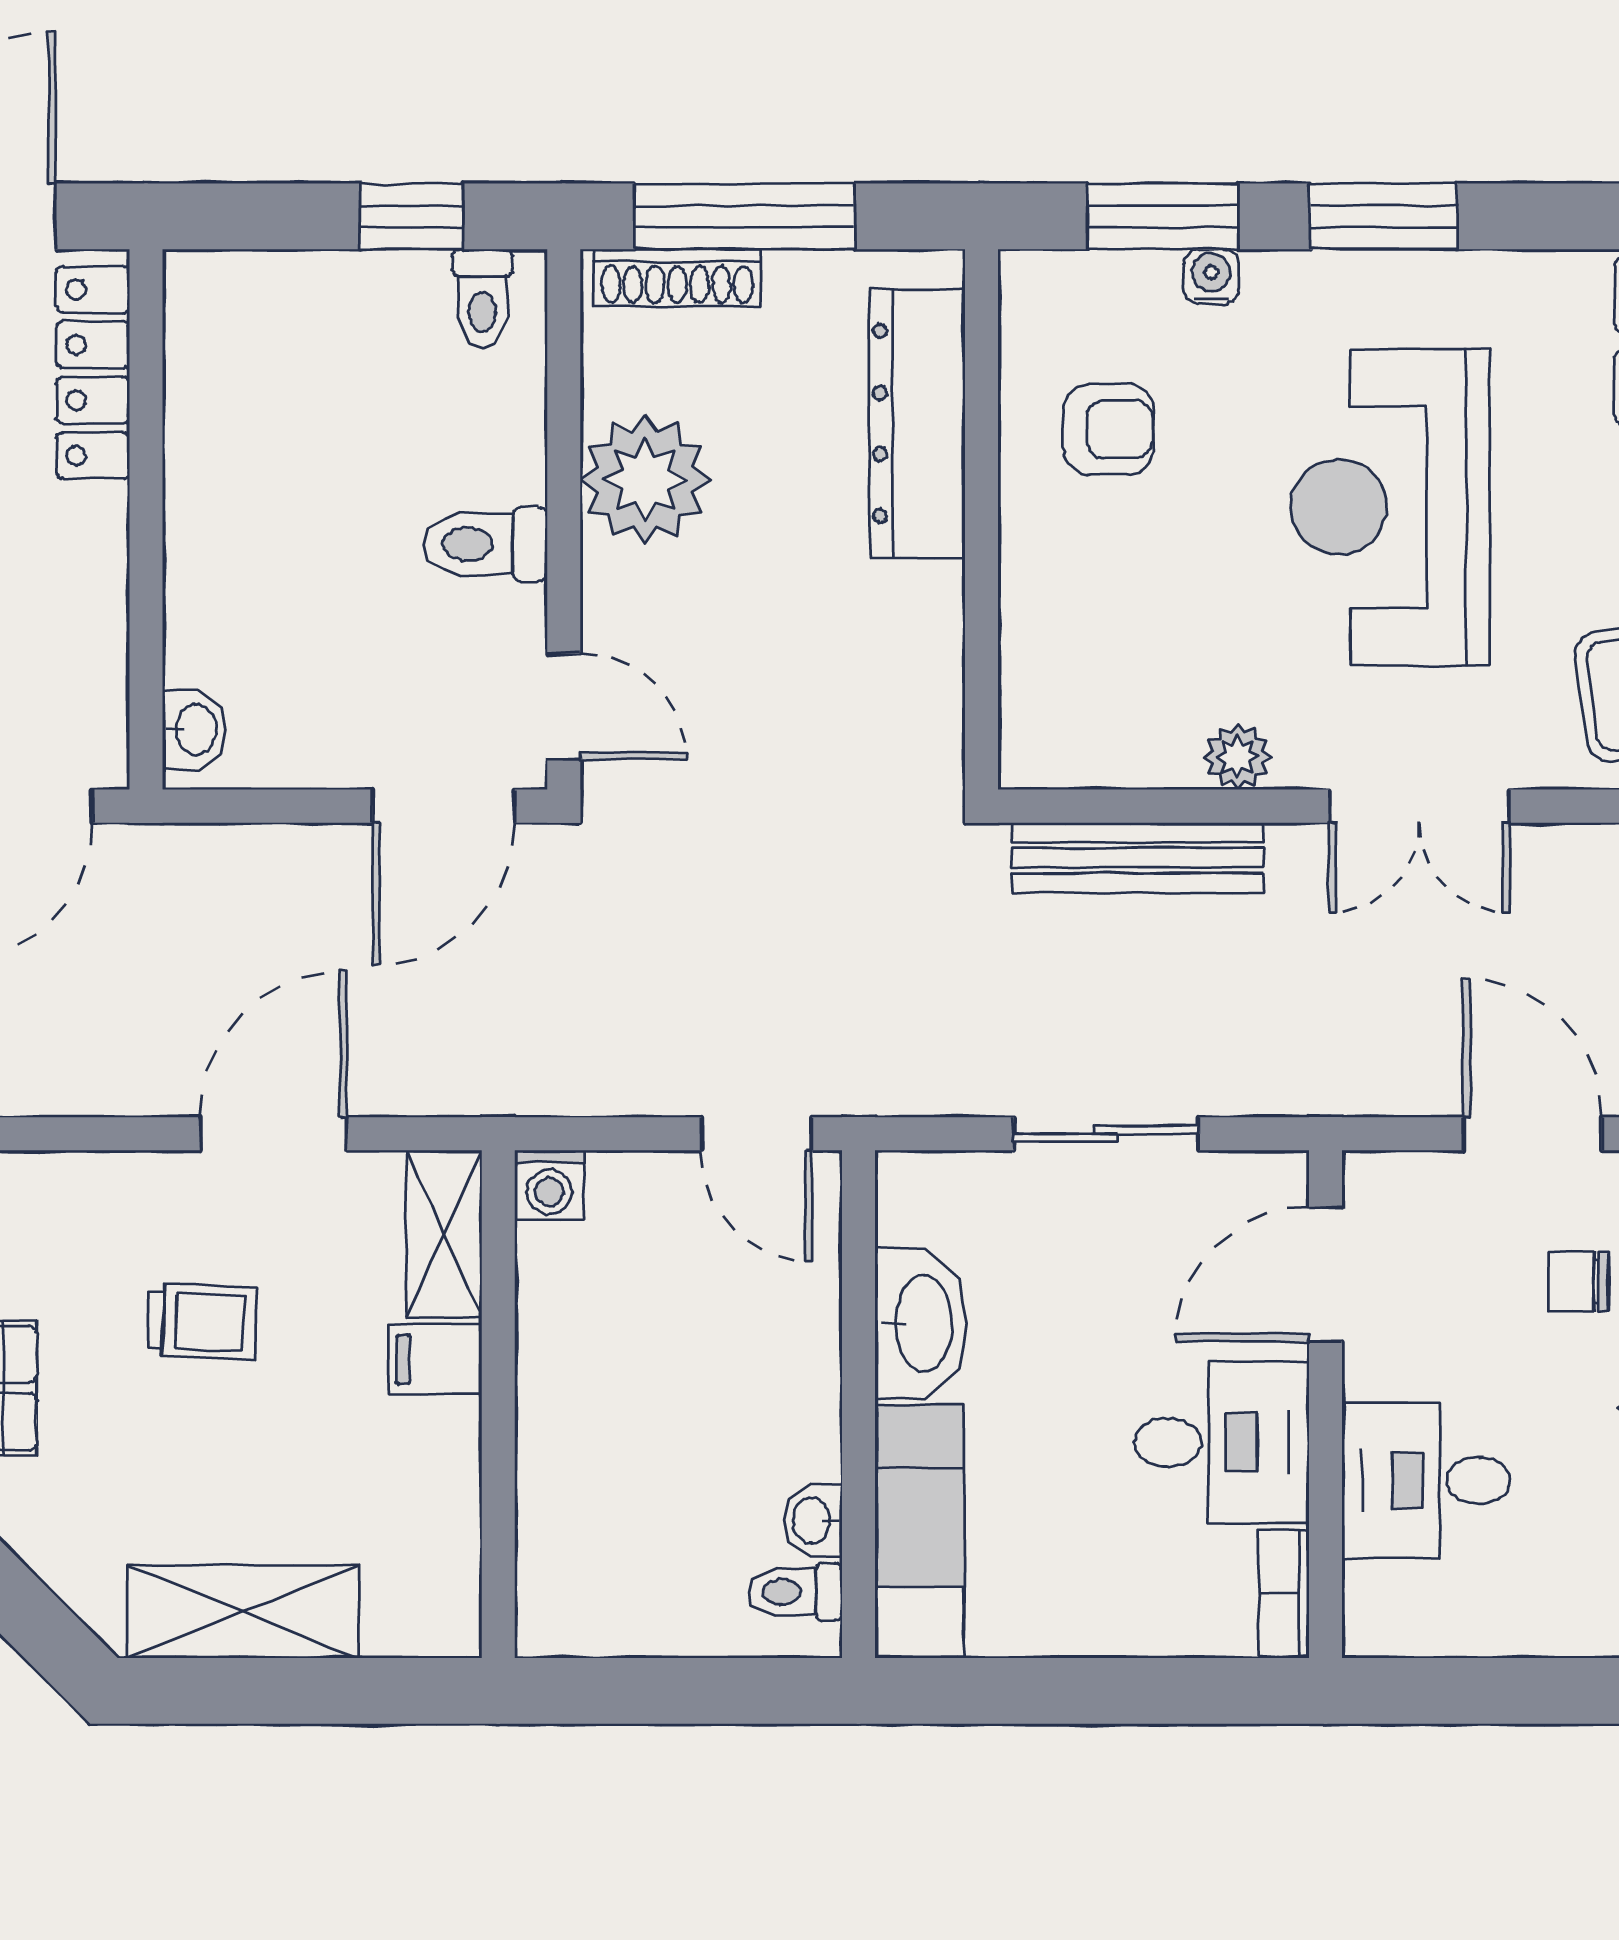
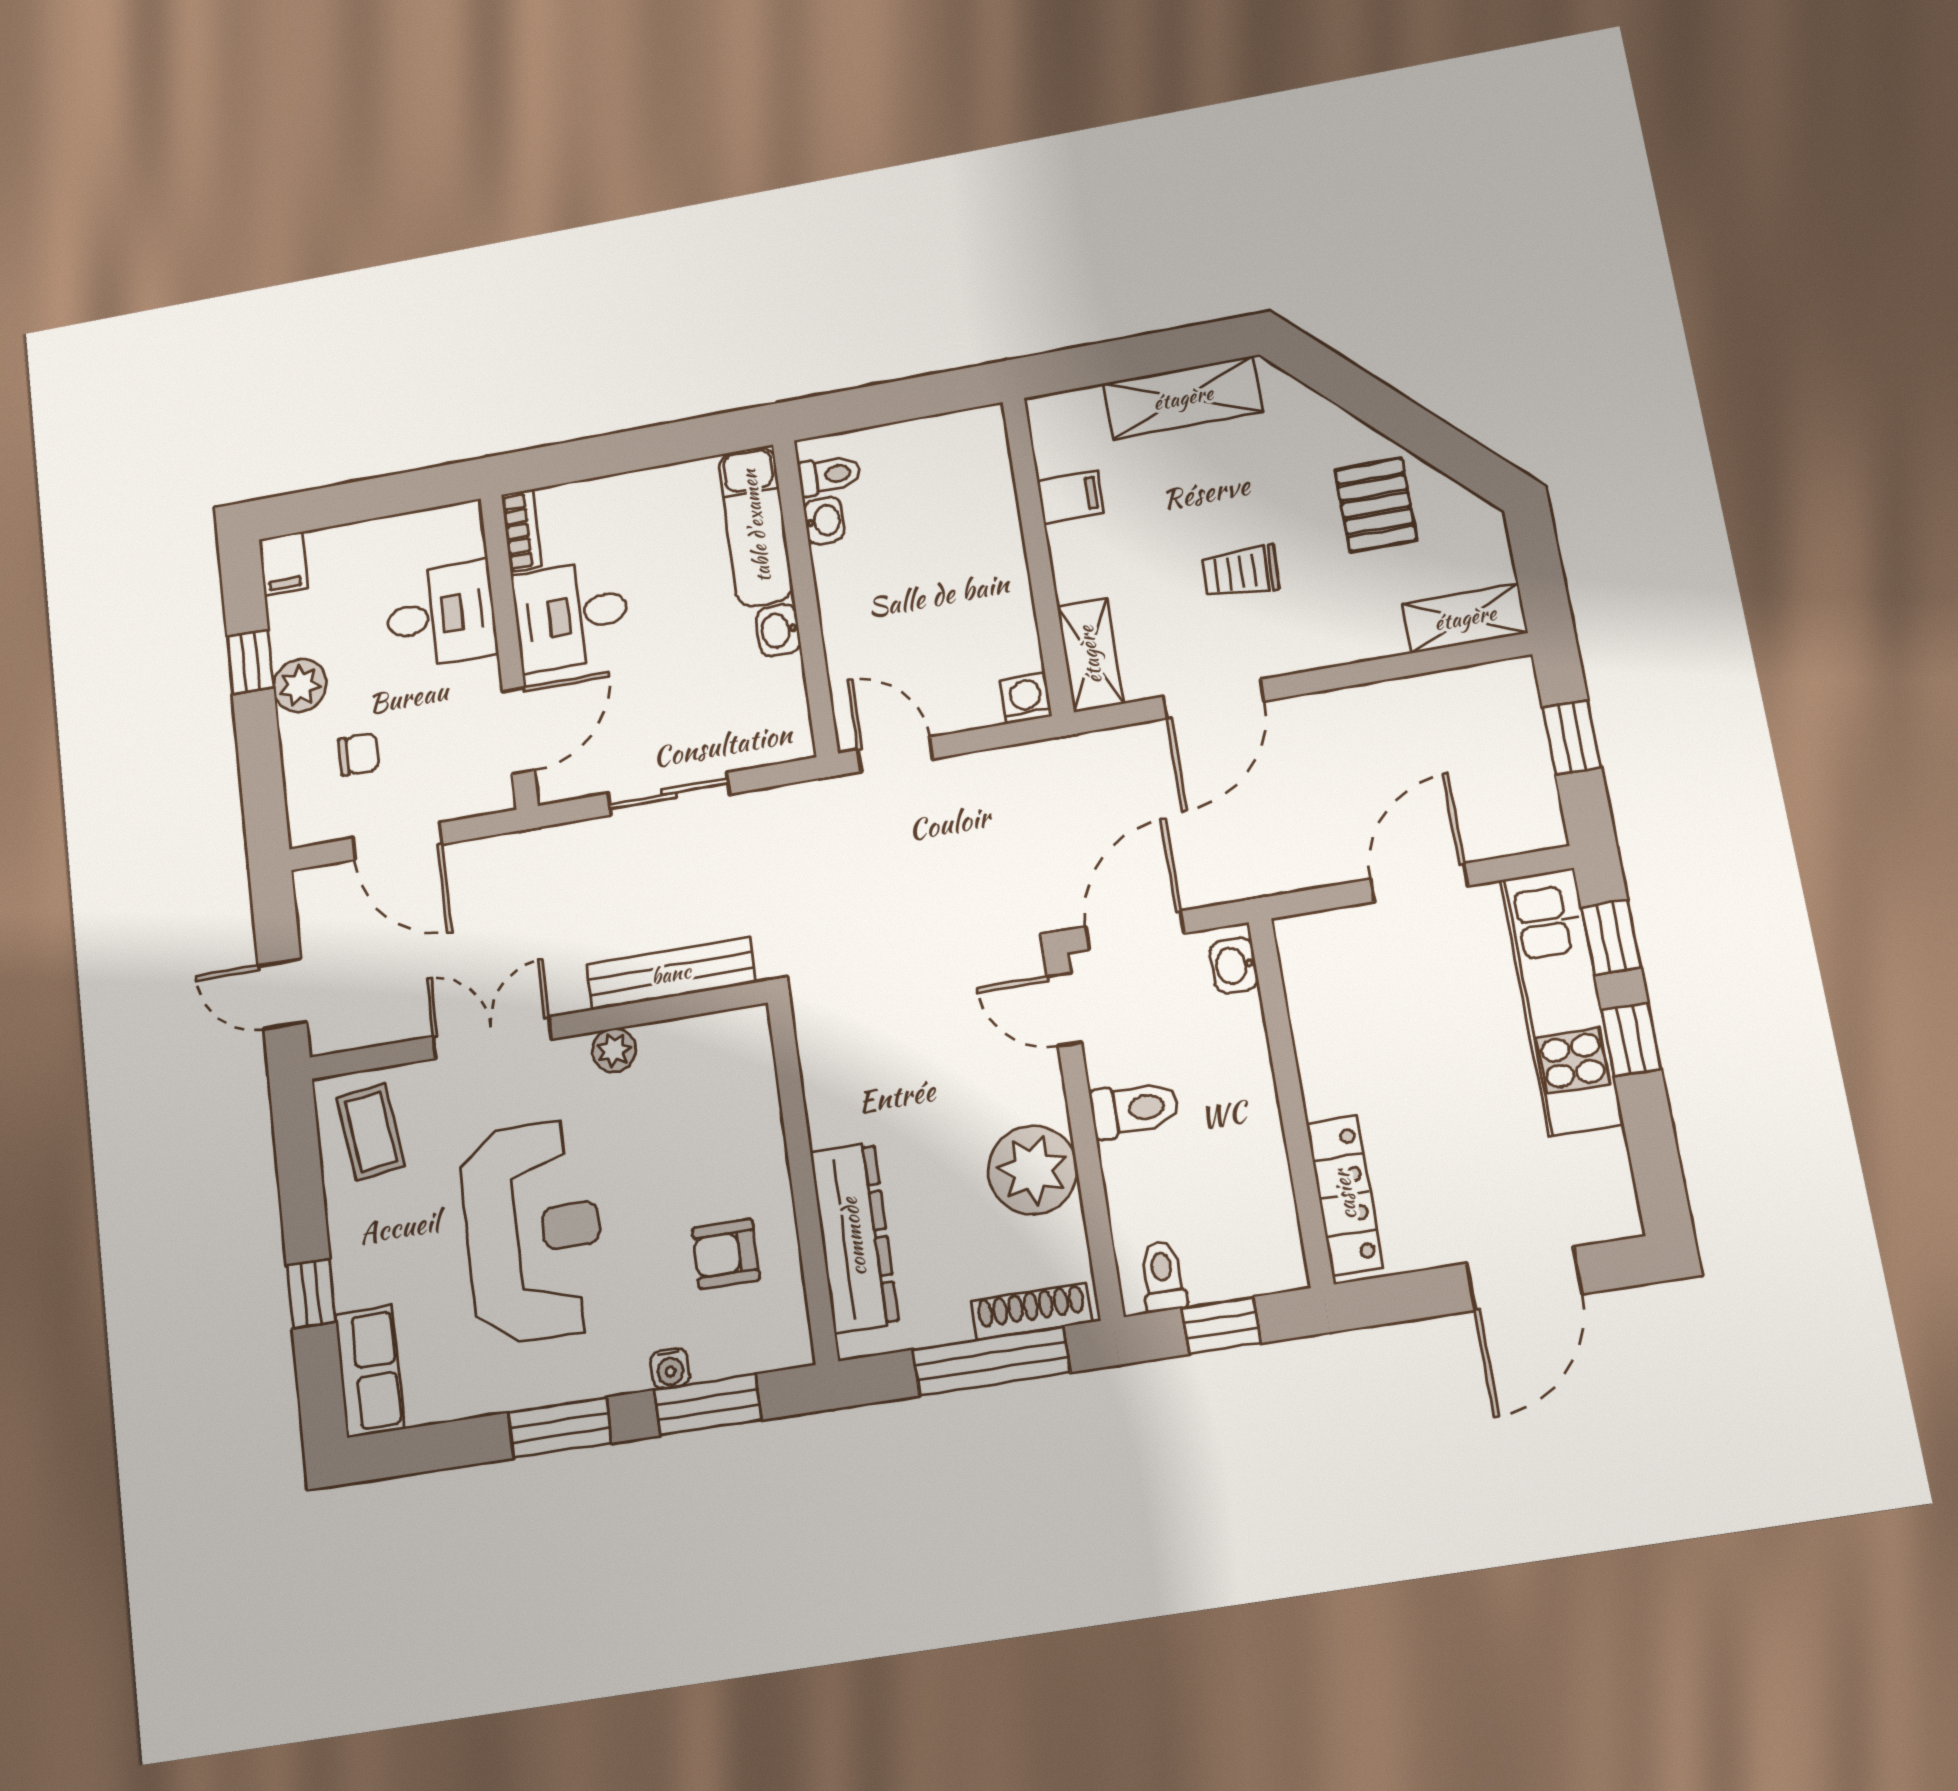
locker: (93, 373) -> (1345, 1195), moved
wall: (146, 519) -> (1291, 1101), moved
washbasin: (194, 730) -> (1234, 965), moved
washbasin: (921, 1323) -> (778, 630), width x0.52, depth x0.69
filing cabinet: (435, 1359) -> (1070, 497), moved

